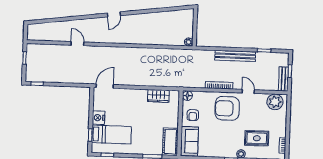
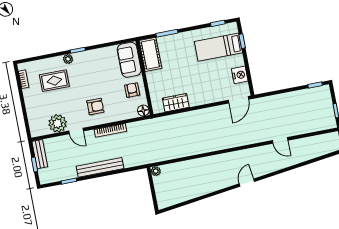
plant: (275, 102) -> (58, 123), moved
armchair: (227, 108) -> (95, 107), width x0.53, depth x0.53
nightstand: (98, 118) -> (240, 75), moved

